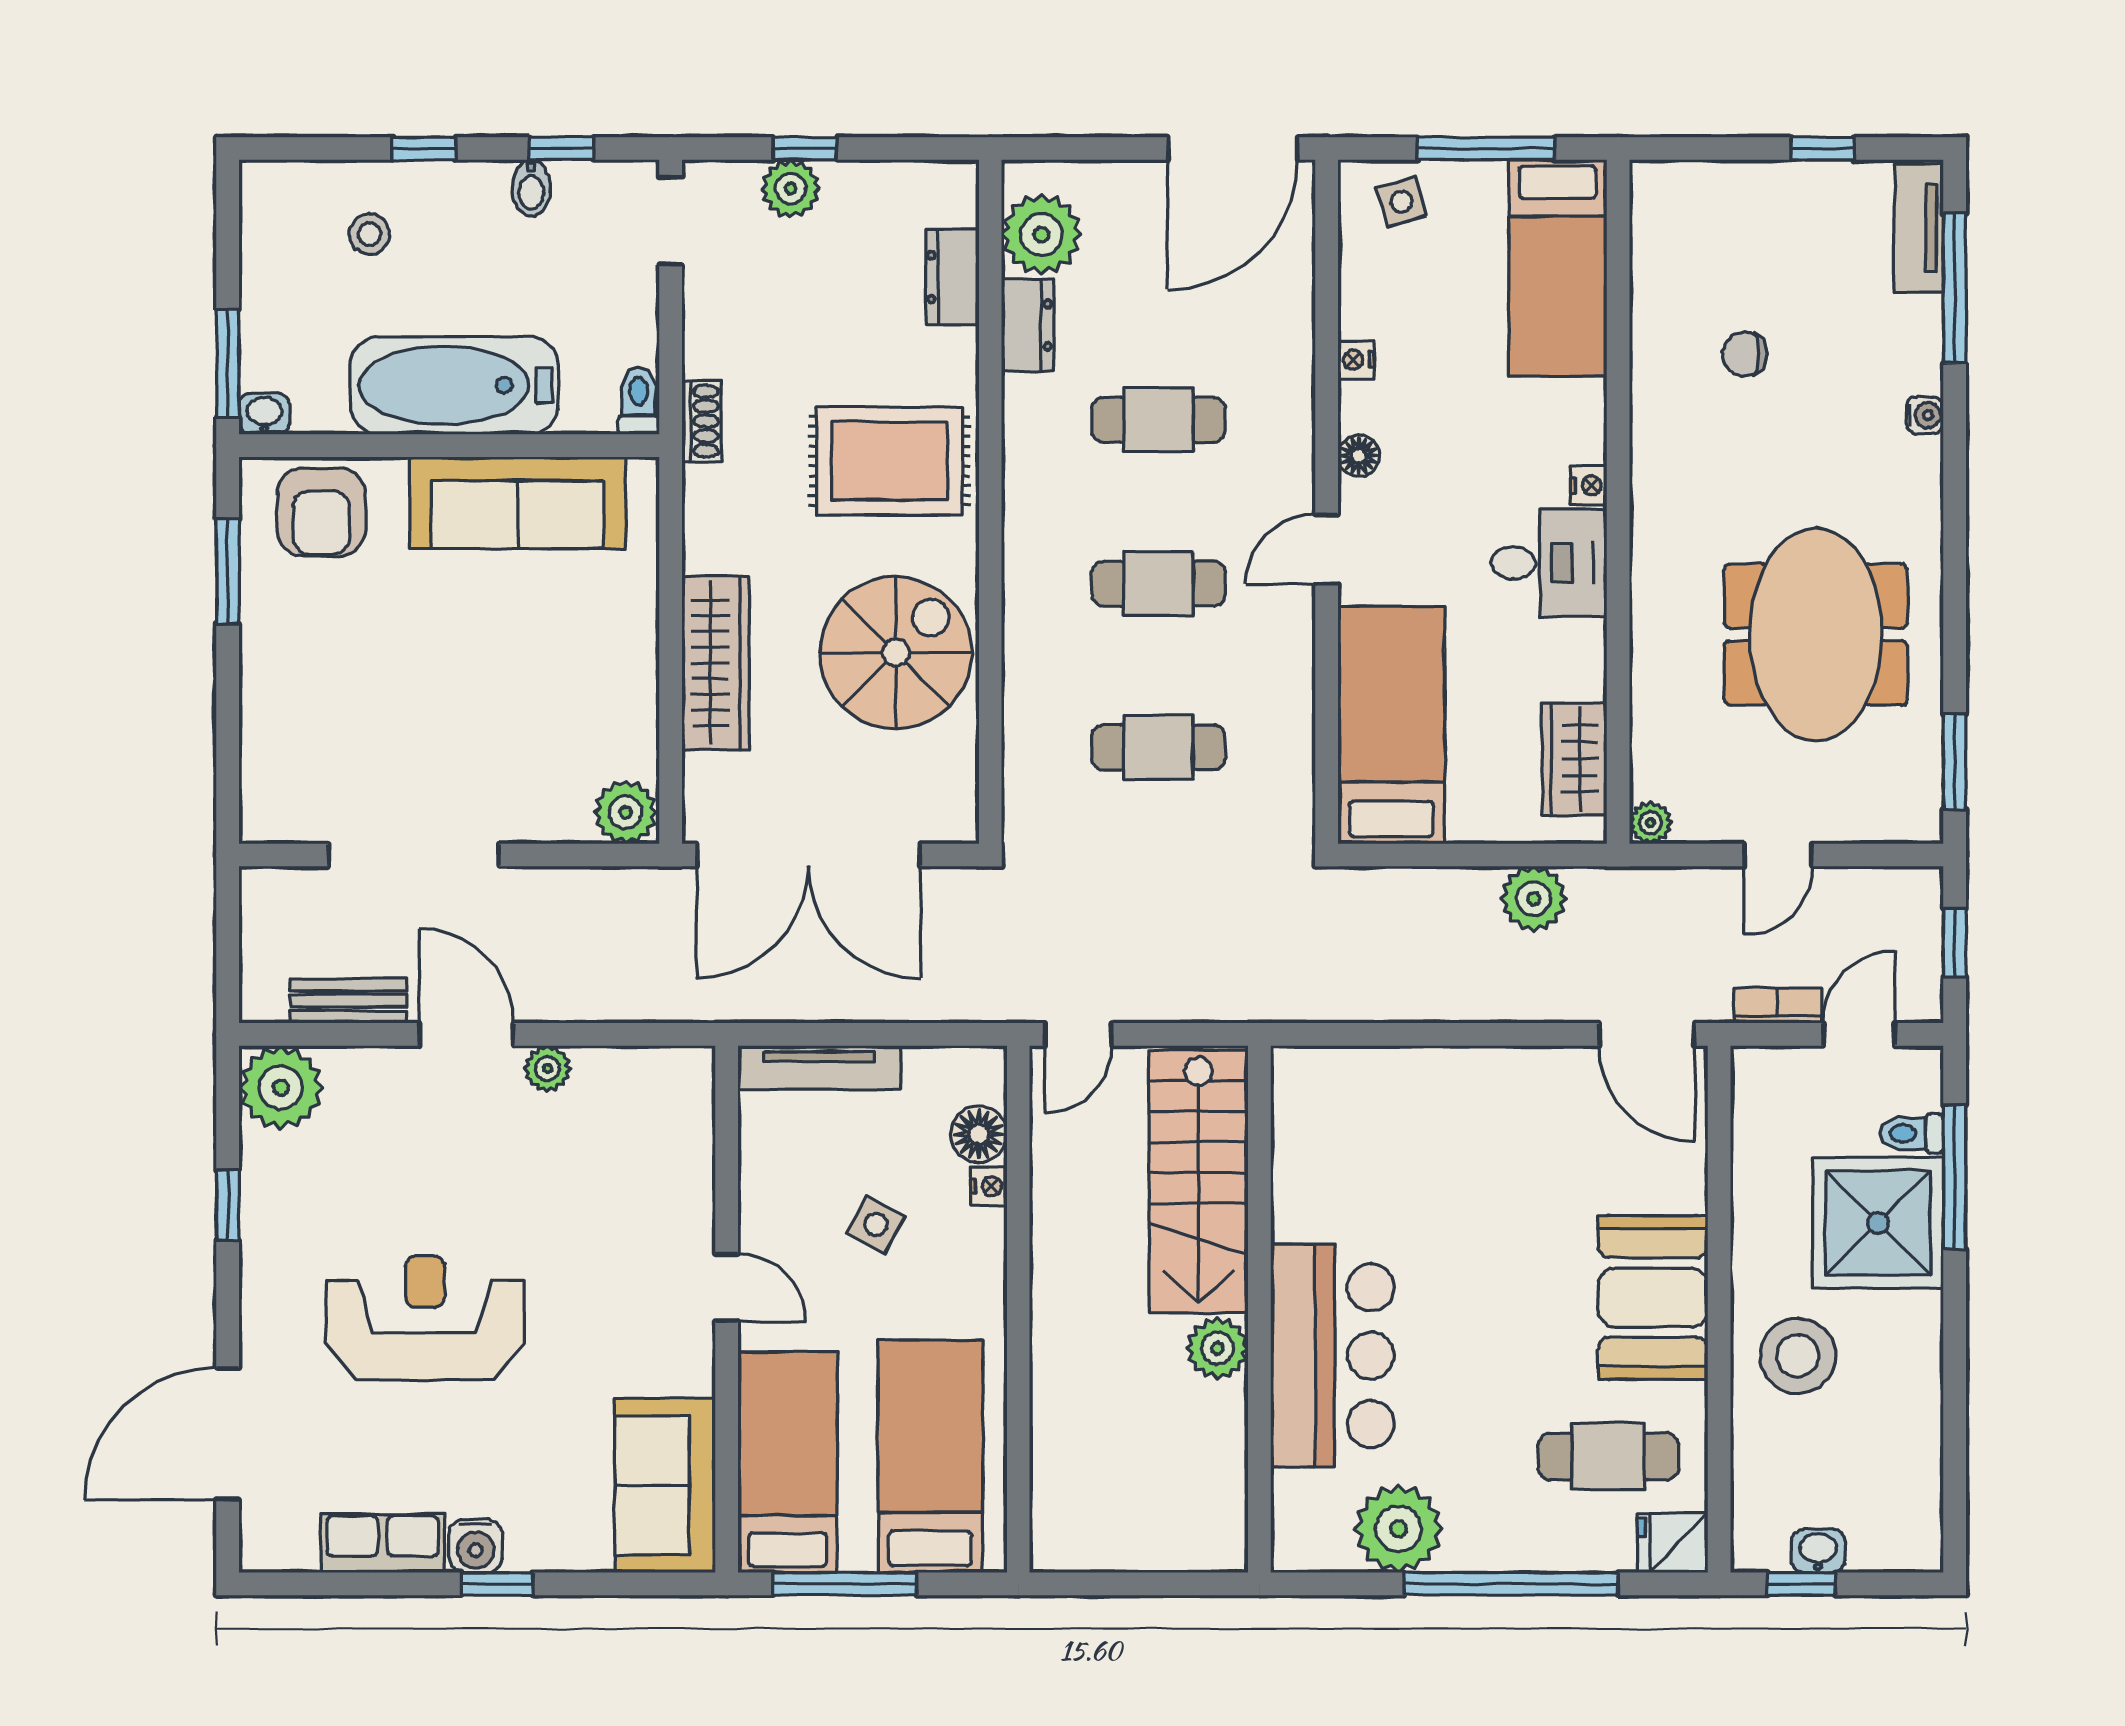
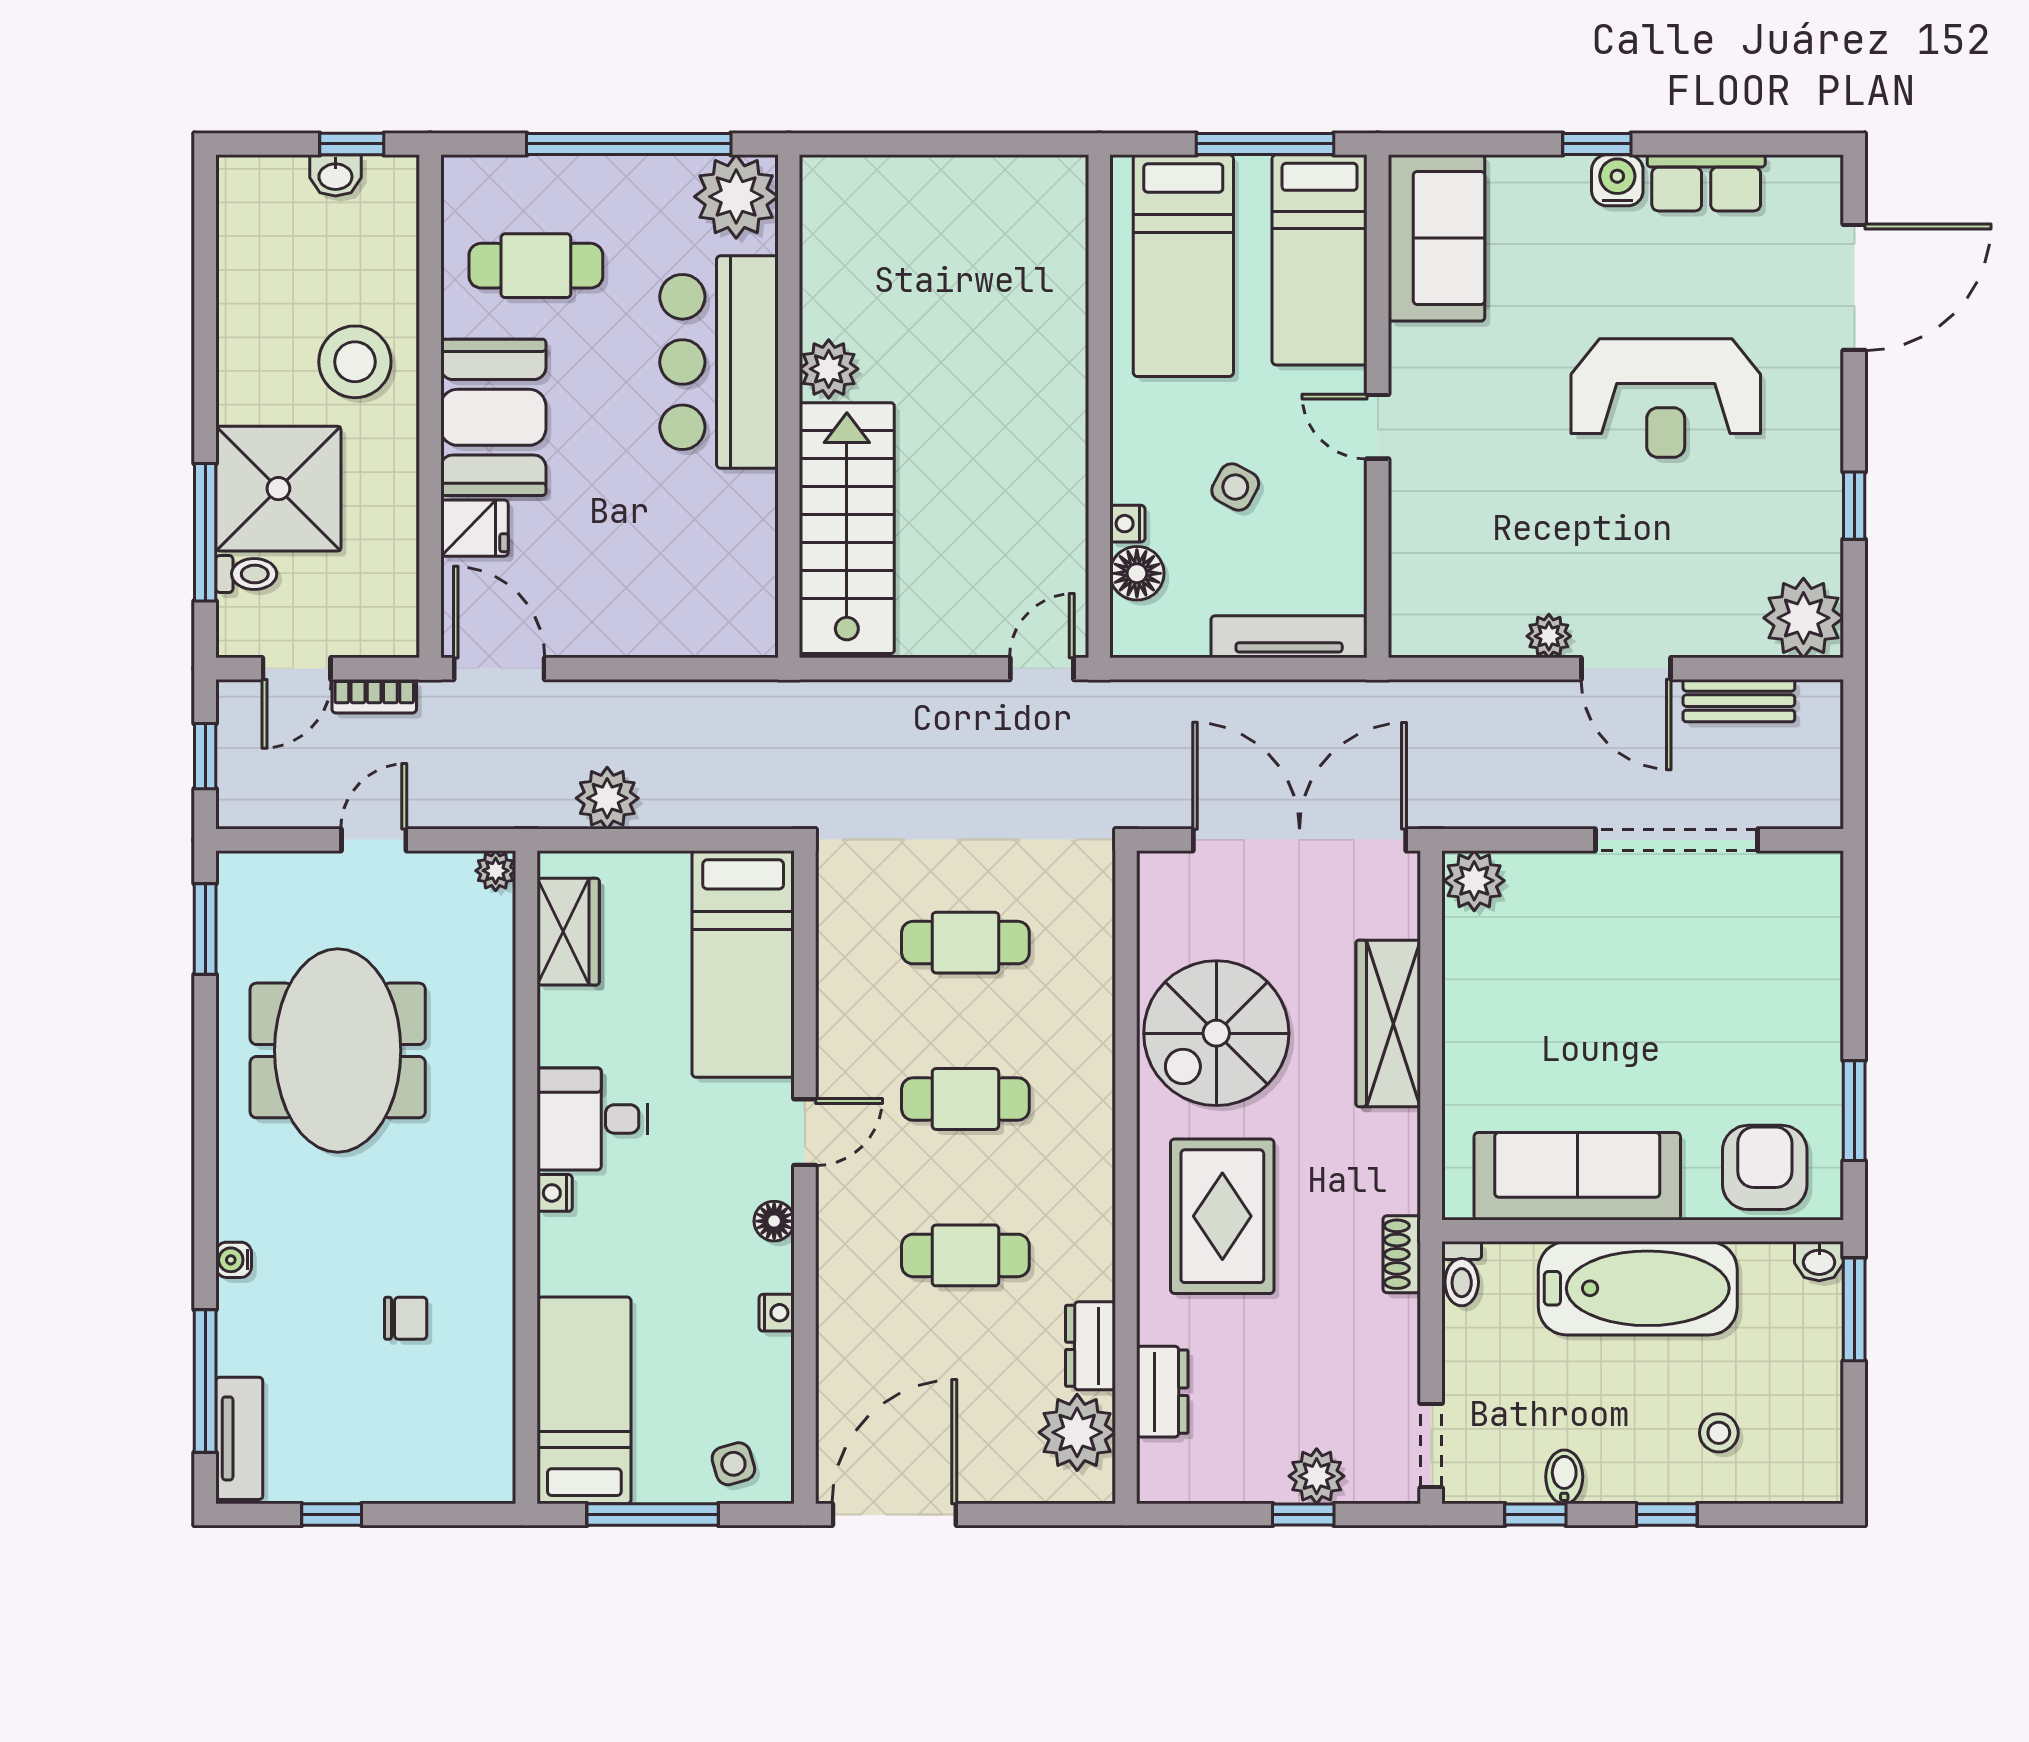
rug: (889, 461) -> (1222, 1216), turned 90
stairs: (1199, 1182) -> (847, 528), moved
wall: (1259, 1309) -> (789, 406), moved
plant: (1217, 1348) -> (829, 369), moved
bar counter: (1332, 1356) -> (719, 362), moved
fridge: (1673, 1543) -> (474, 528), moved

